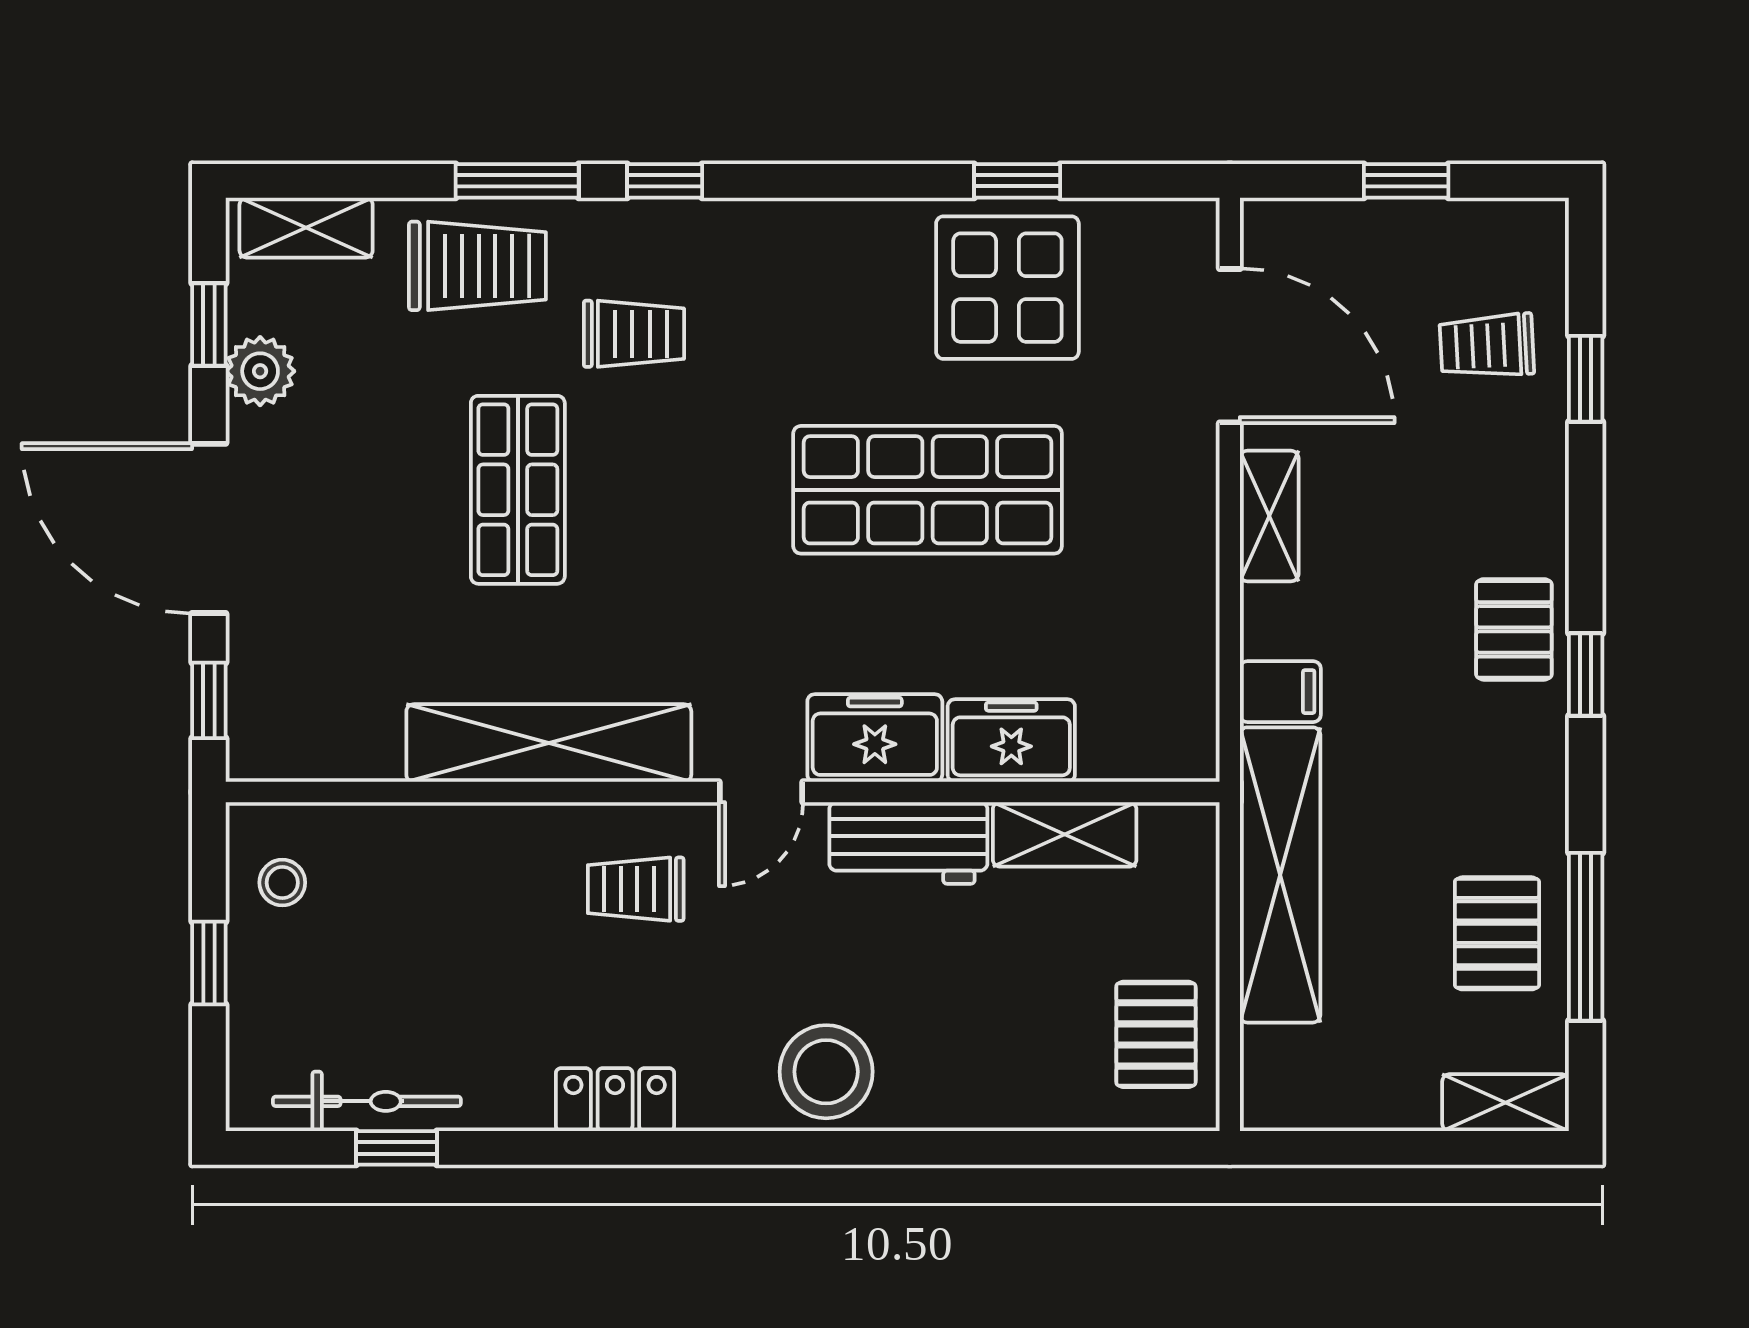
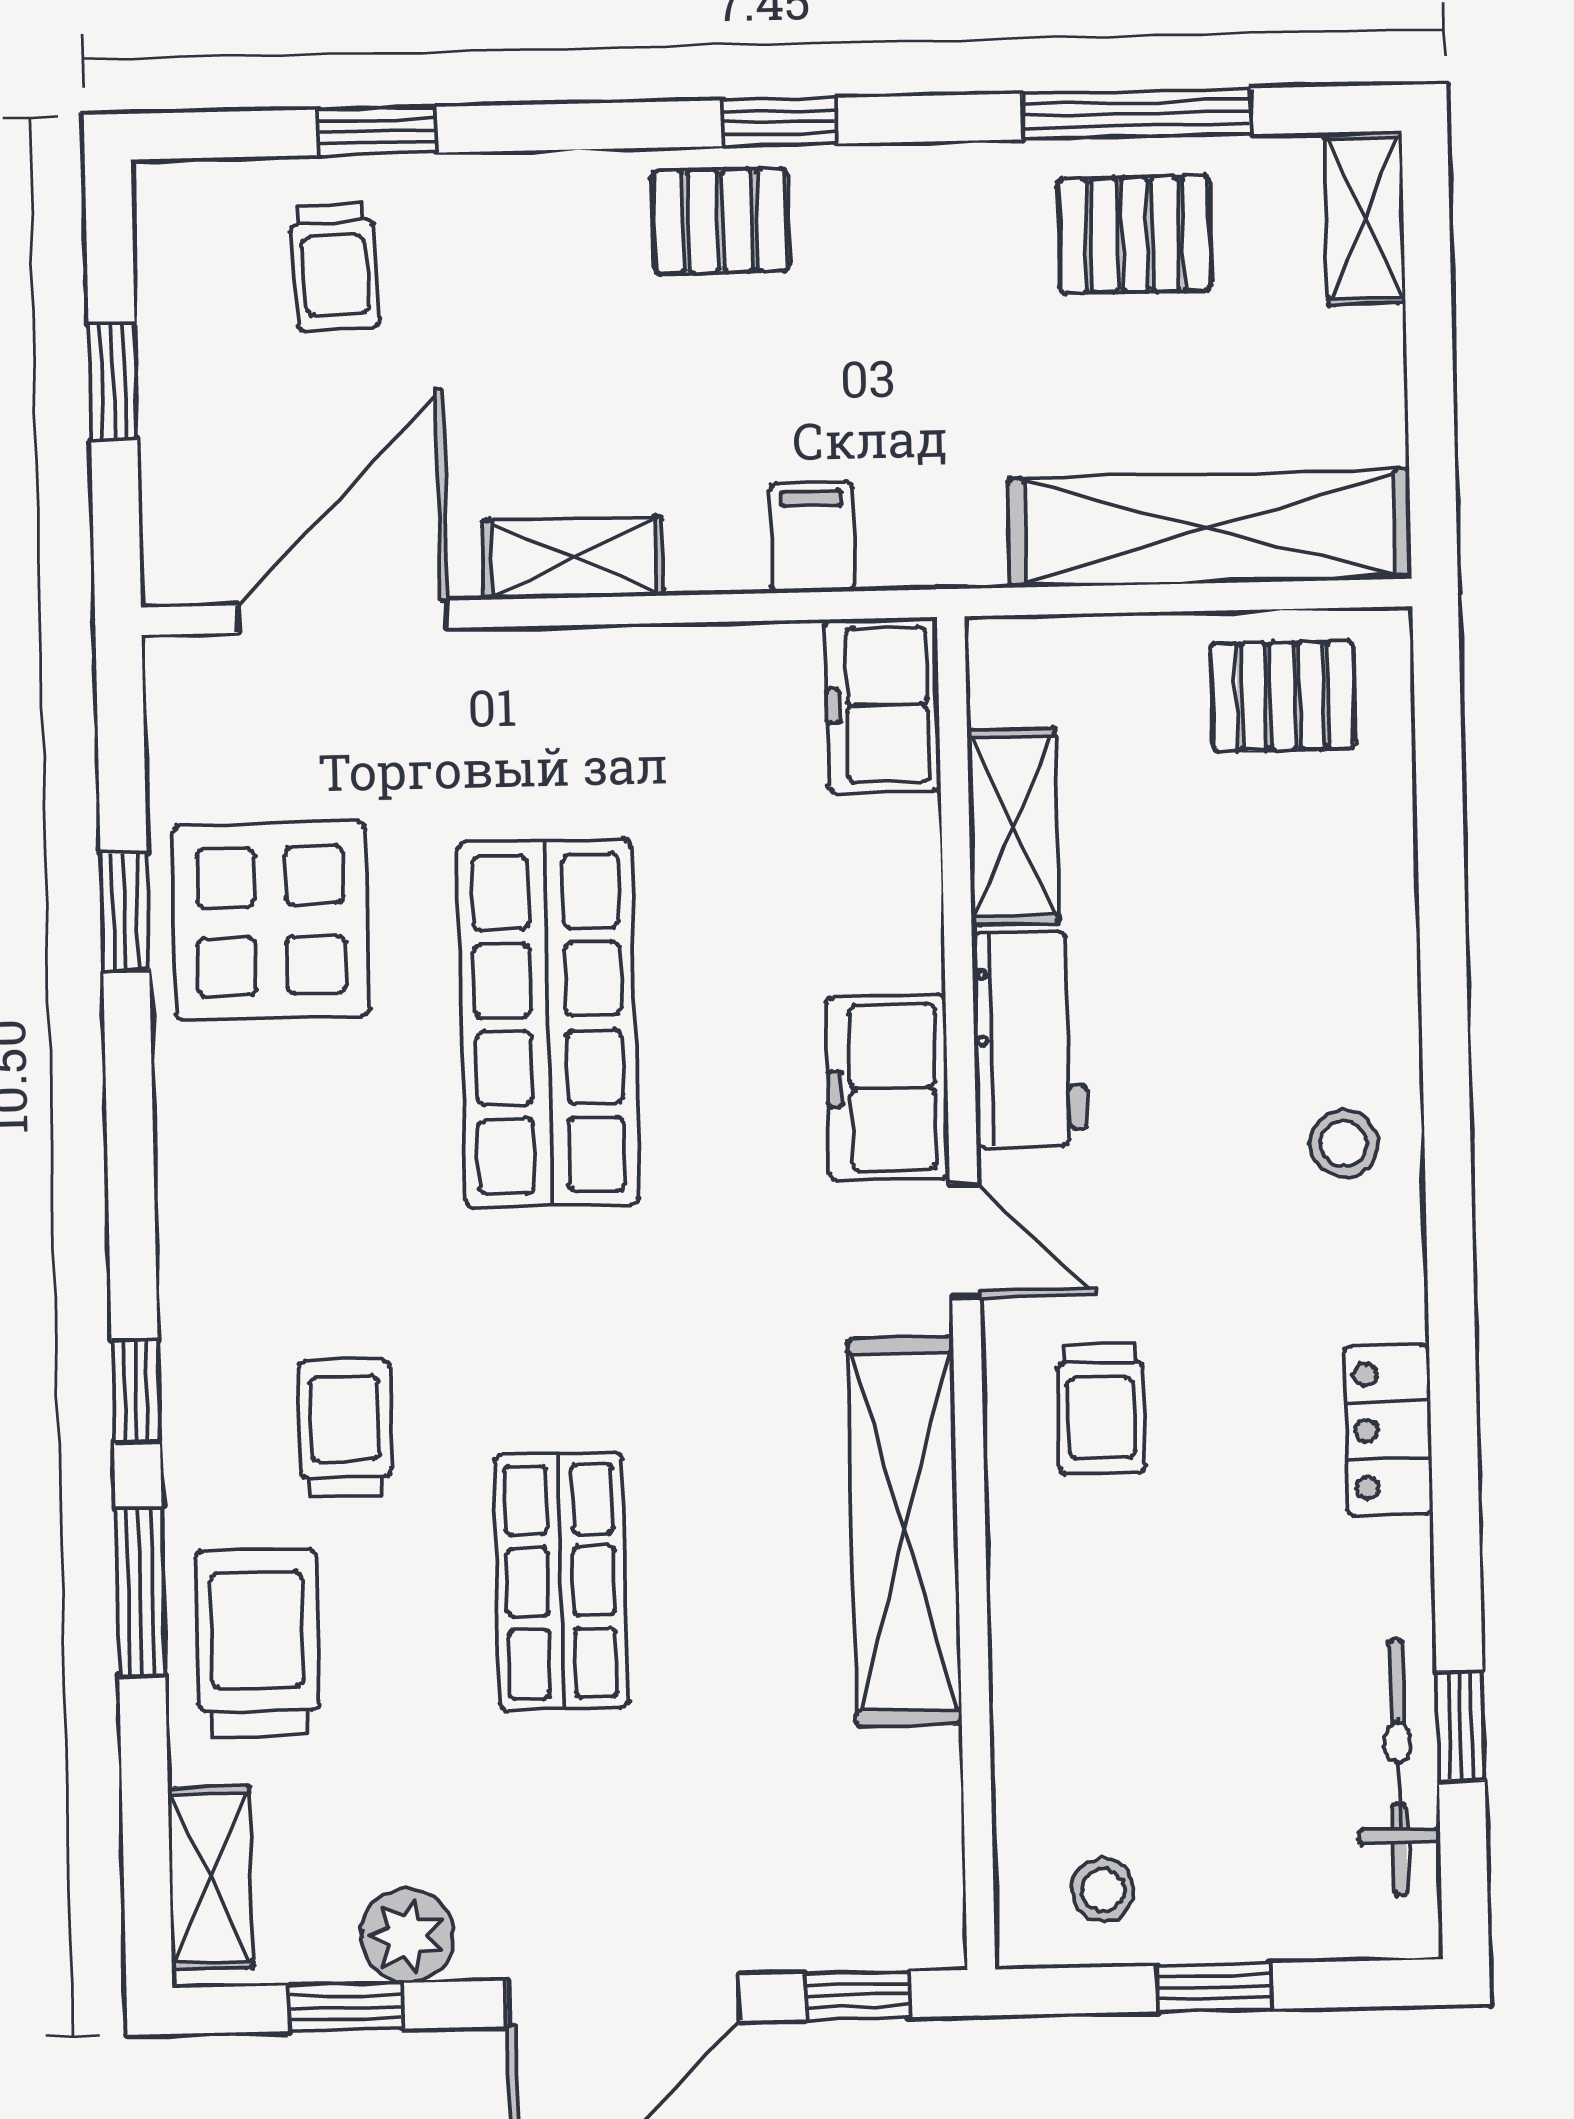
shop shelf: (518, 490) -> (561, 1581), turned 90
freezer: (1011, 741) -> (883, 705), moved
shelving: (1280, 875) -> (1210, 528), moved
stool: (826, 1072) -> (1344, 1144), width x0.53, depth x0.53

